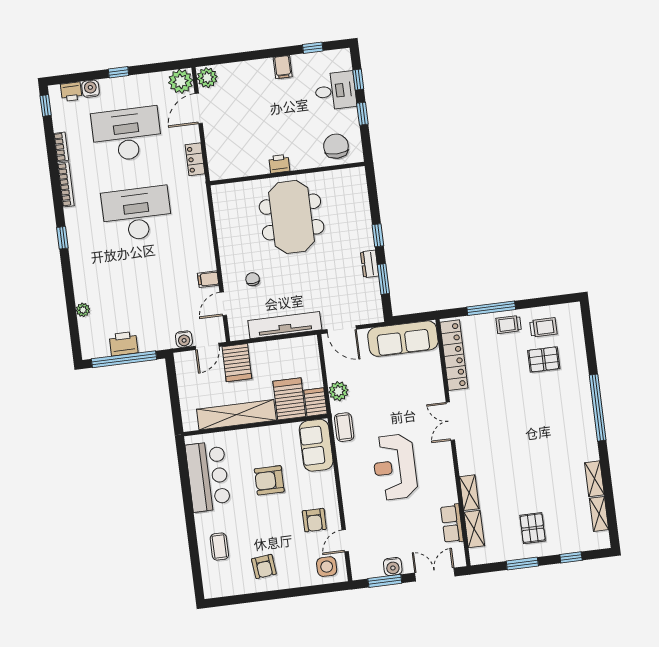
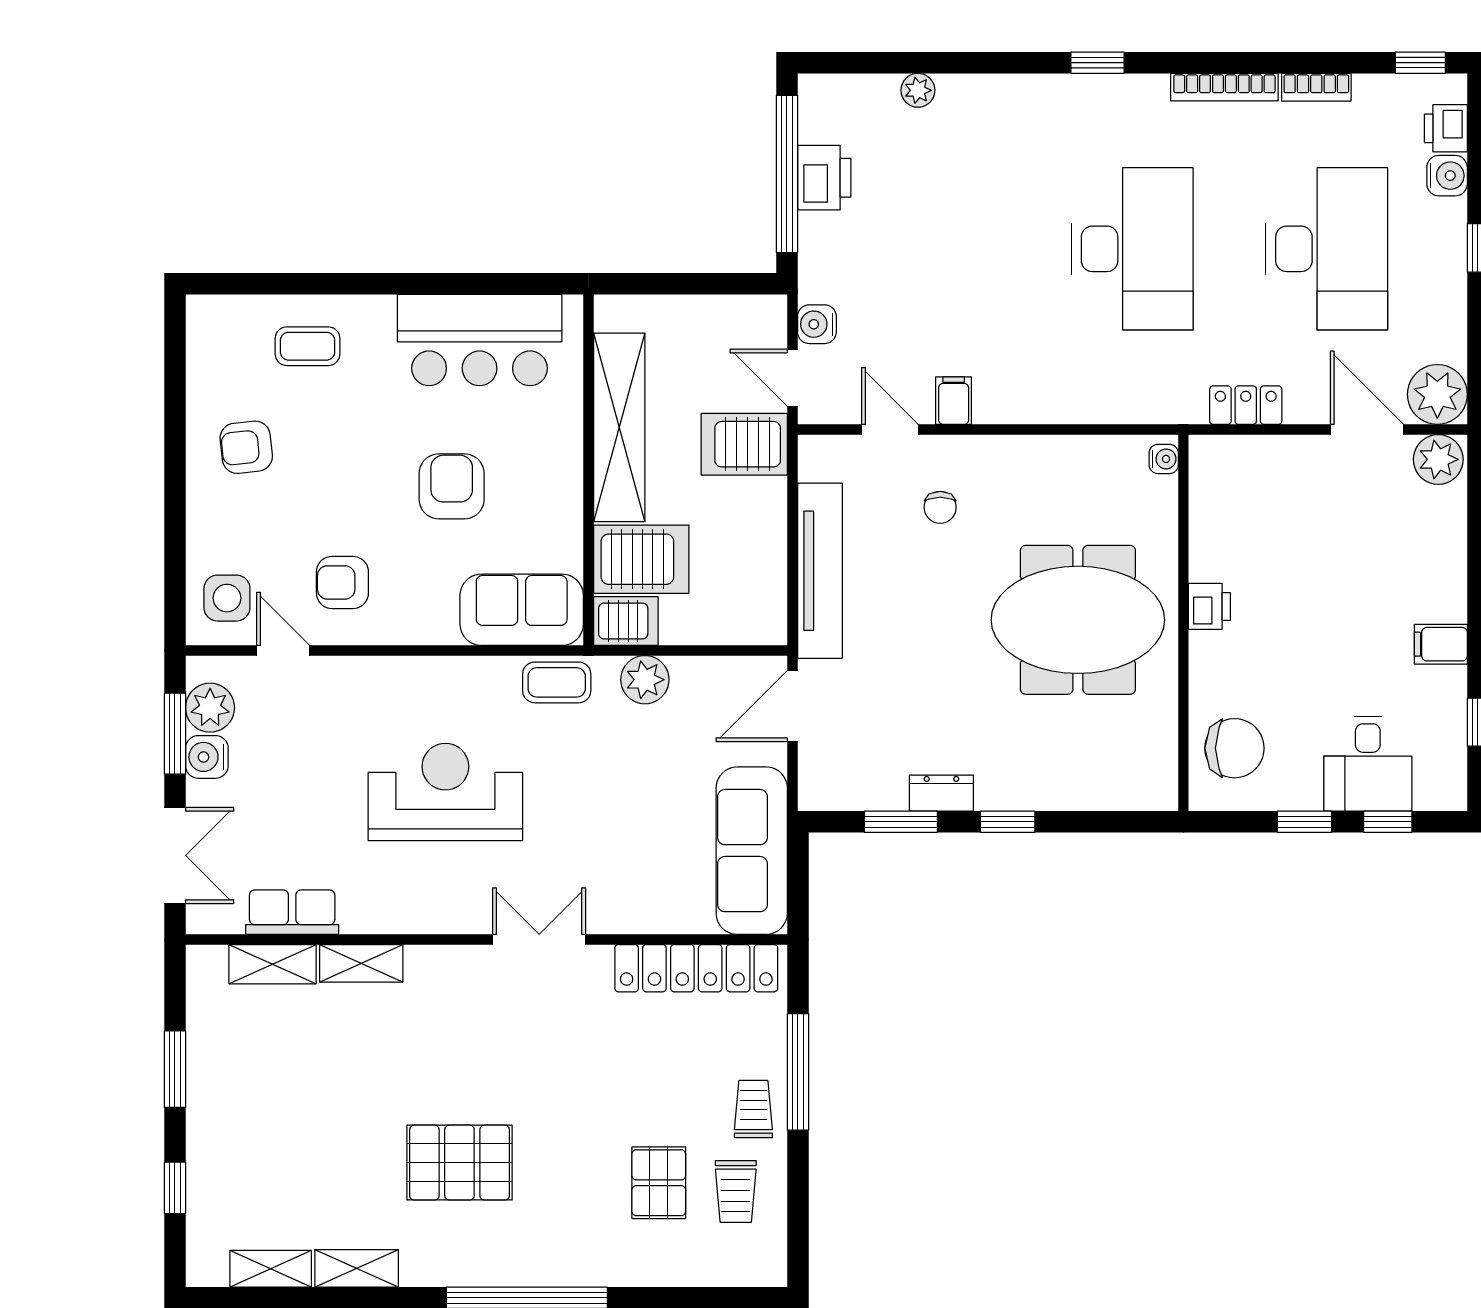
water cooler: (221, 190) -> (1164, 459), added
chair: (253, 279) -> (940, 507), turned 94
pallet: (533, 528) -> (459, 1163), moved, width x1.50, depth x1.42
plant: (372, 568) -> (210, 708), added

